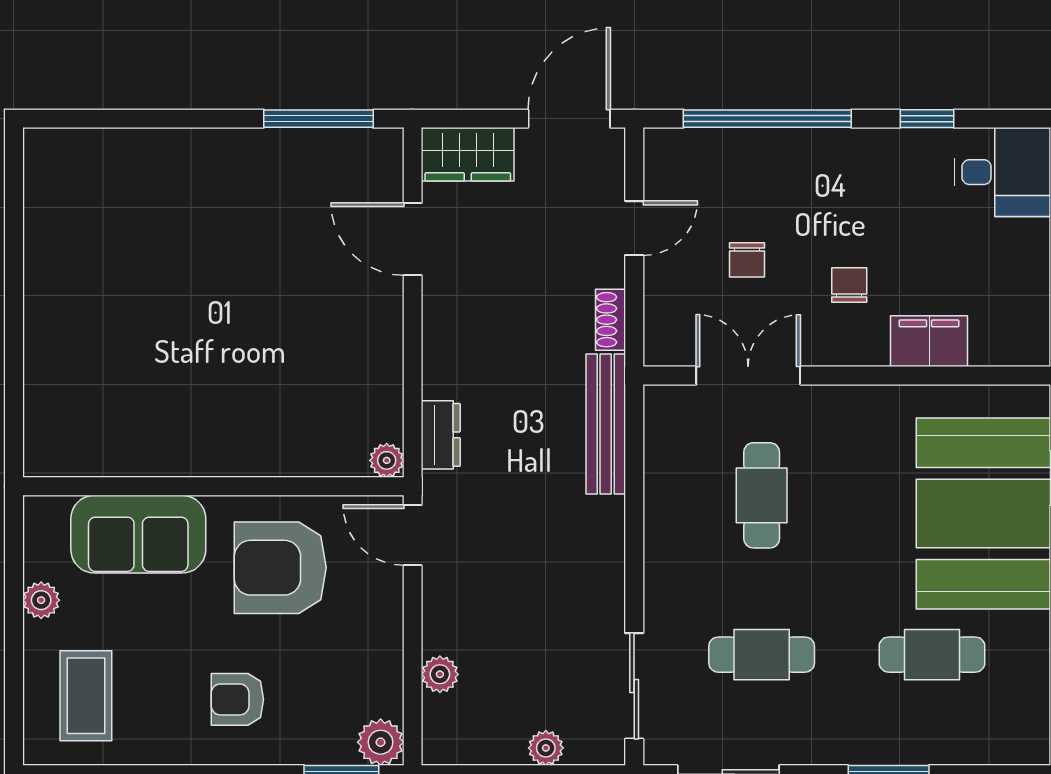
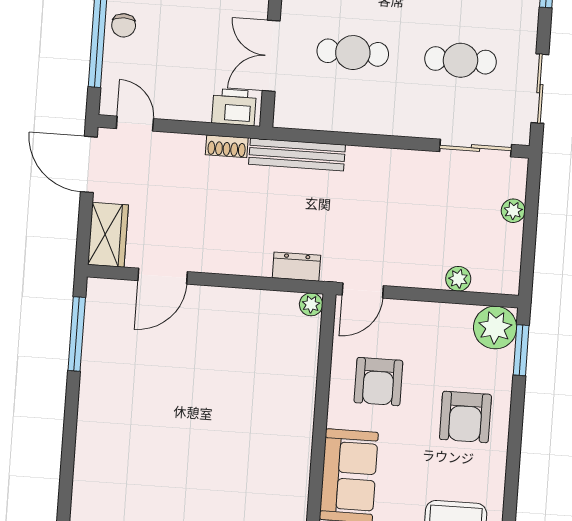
door: (634, 228) -> (135, 124), moved
chair: (747, 260) -> (124, 25), moved, turned 90
printer: (669, 326) -> (234, 107), added
armchair: (280, 568) -> (378, 382), width x0.73, depth x0.73
cafe table: (762, 655) -> (461, 60), turned 90
armchair: (237, 699) -> (465, 417), width x1.38, depth x1.38
plant: (381, 742) -> (495, 328), width x1.36, depth x1.36

